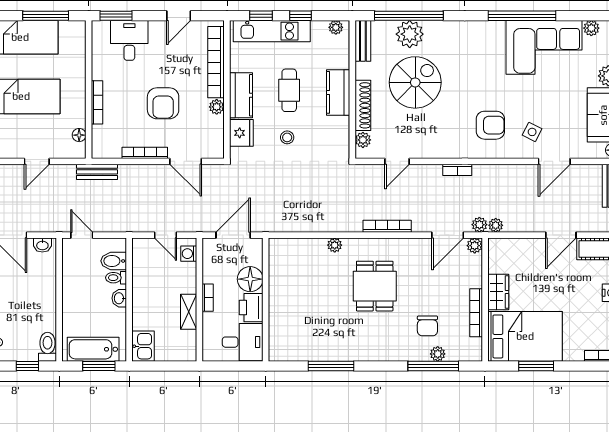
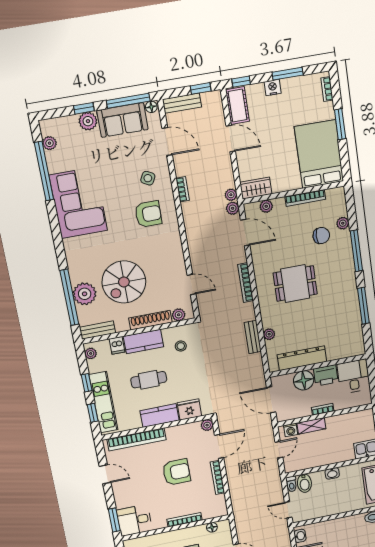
window: (522, 16) -> (44, 171), moved
desk: (129, 40) -> (134, 520), moved
corner sofa: (544, 47) -> (78, 203), moved
dishwasher: (340, 60) -> (117, 345), added
spiral stairs: (415, 82) -> (124, 282), turned -90
plant: (217, 107) -> (207, 425), moved
armchair: (490, 125) -> (148, 214), turned 90
stool: (287, 137) -> (181, 346), moved
door: (554, 161) -> (167, 142), moved
bookcase: (457, 170) -> (183, 189), moved
bench: (97, 172) -> (253, 337), moved
door: (82, 235) -> (288, 510), hinge flipped
plant: (335, 245) -> (269, 334), moved
plant: (475, 246) -> (266, 206), moved
toilet: (116, 278) -> (291, 484), moved
dresser: (279, 281) -> (302, 358), added
wardrobe: (498, 292) -> (256, 188), moved
shelving: (189, 312) -> (311, 426), moved
window: (433, 366) -> (356, 251), moved
window: (536, 366) -> (340, 124), moved

